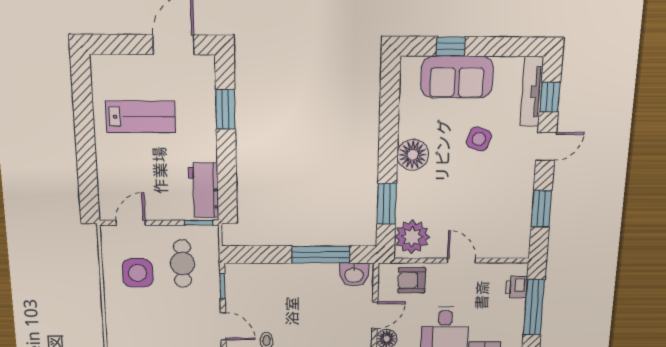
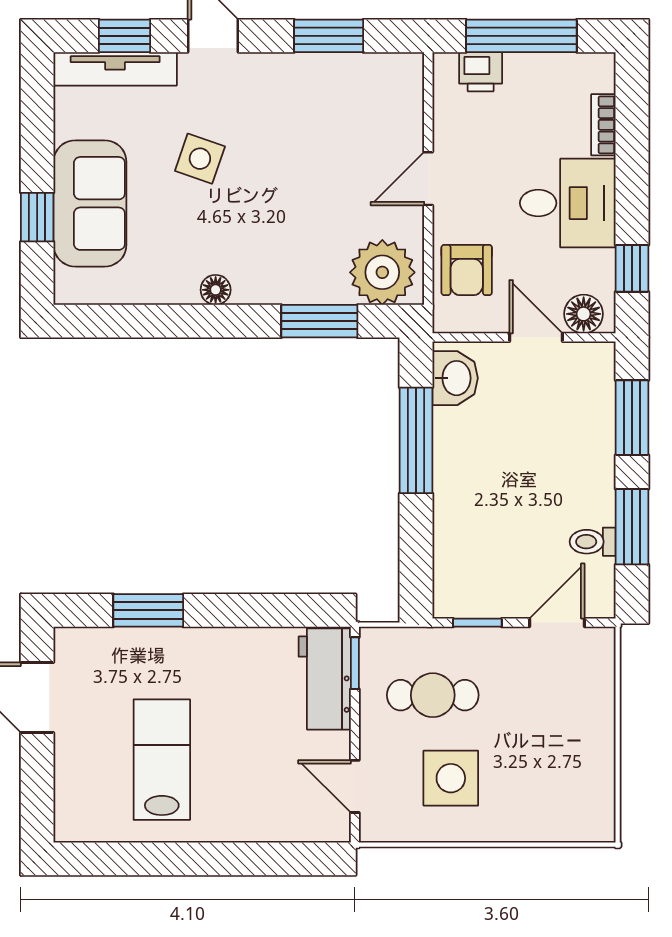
floor lamp: (413, 155) -> (216, 290), width x0.53, depth x0.53
workbench: (204, 190) -> (325, 679), moved, turned 90

